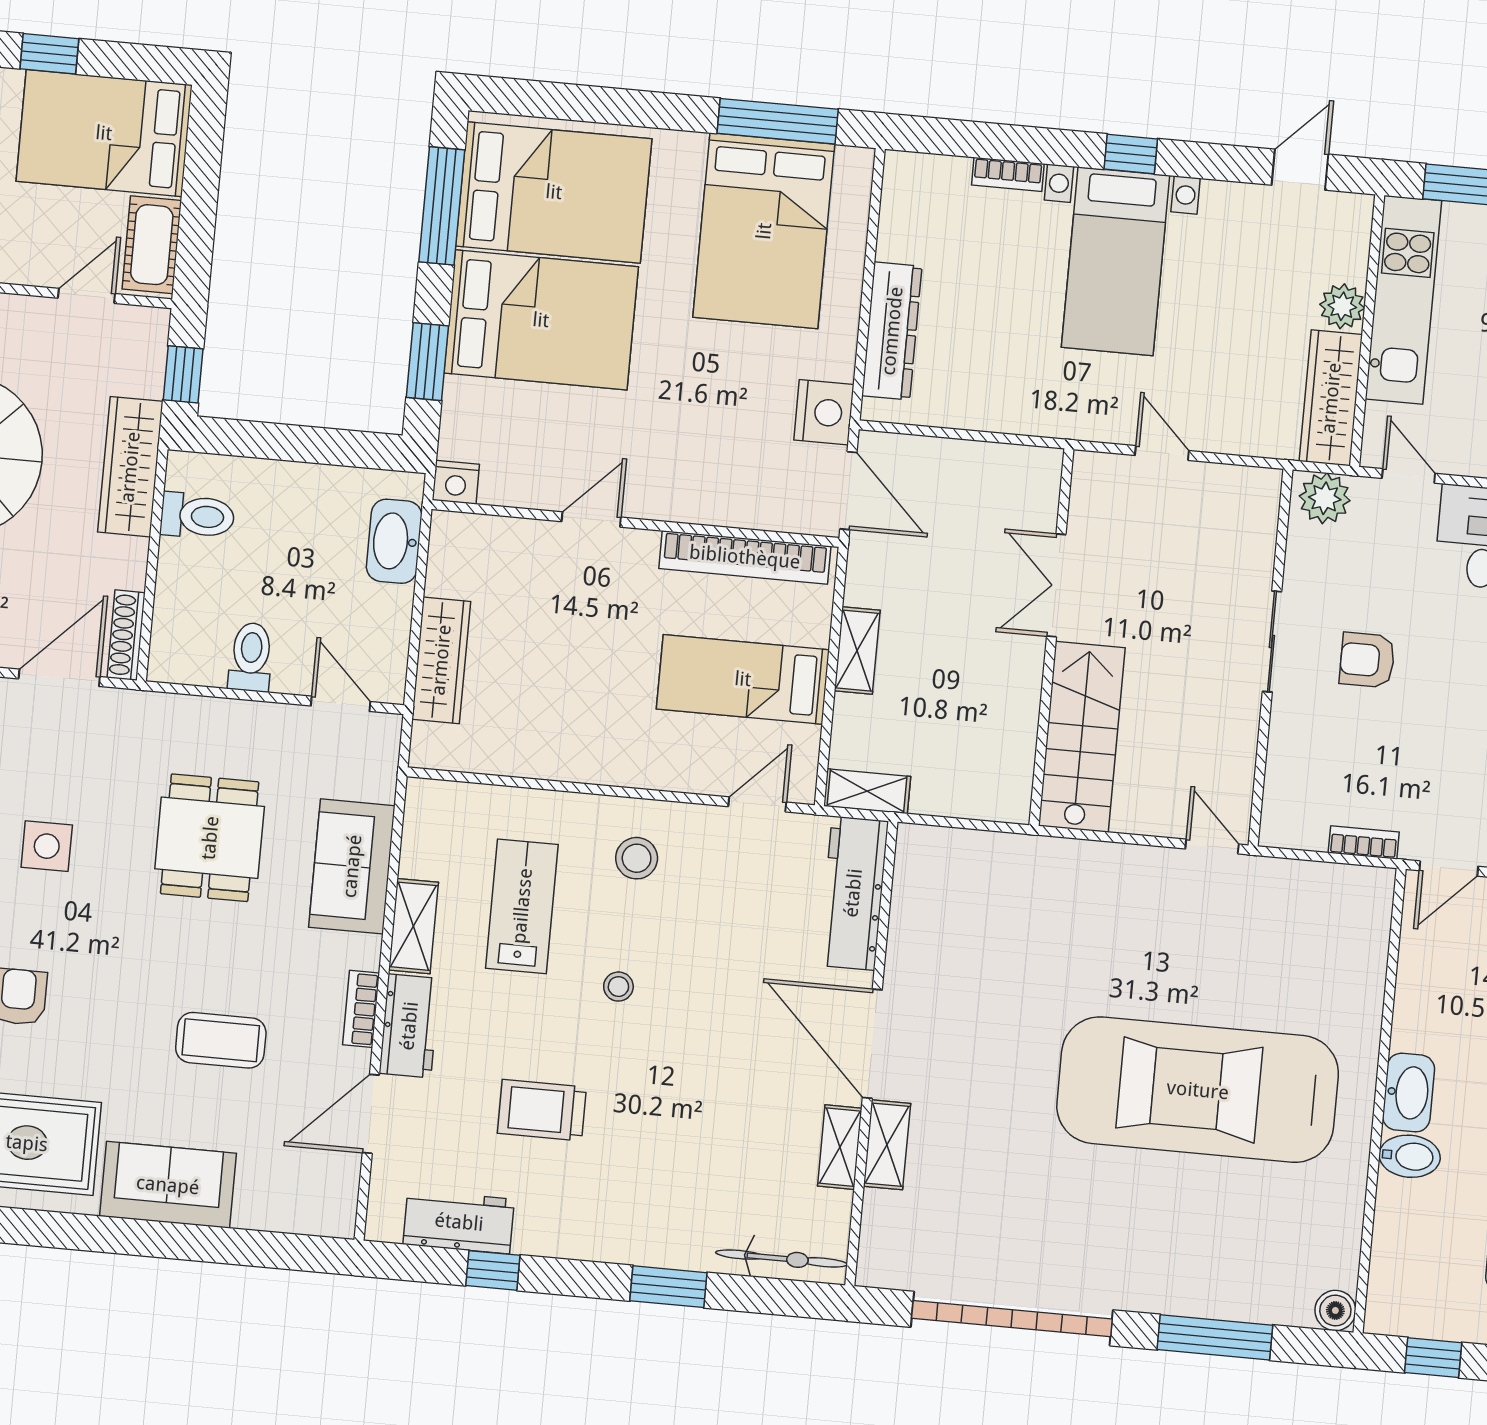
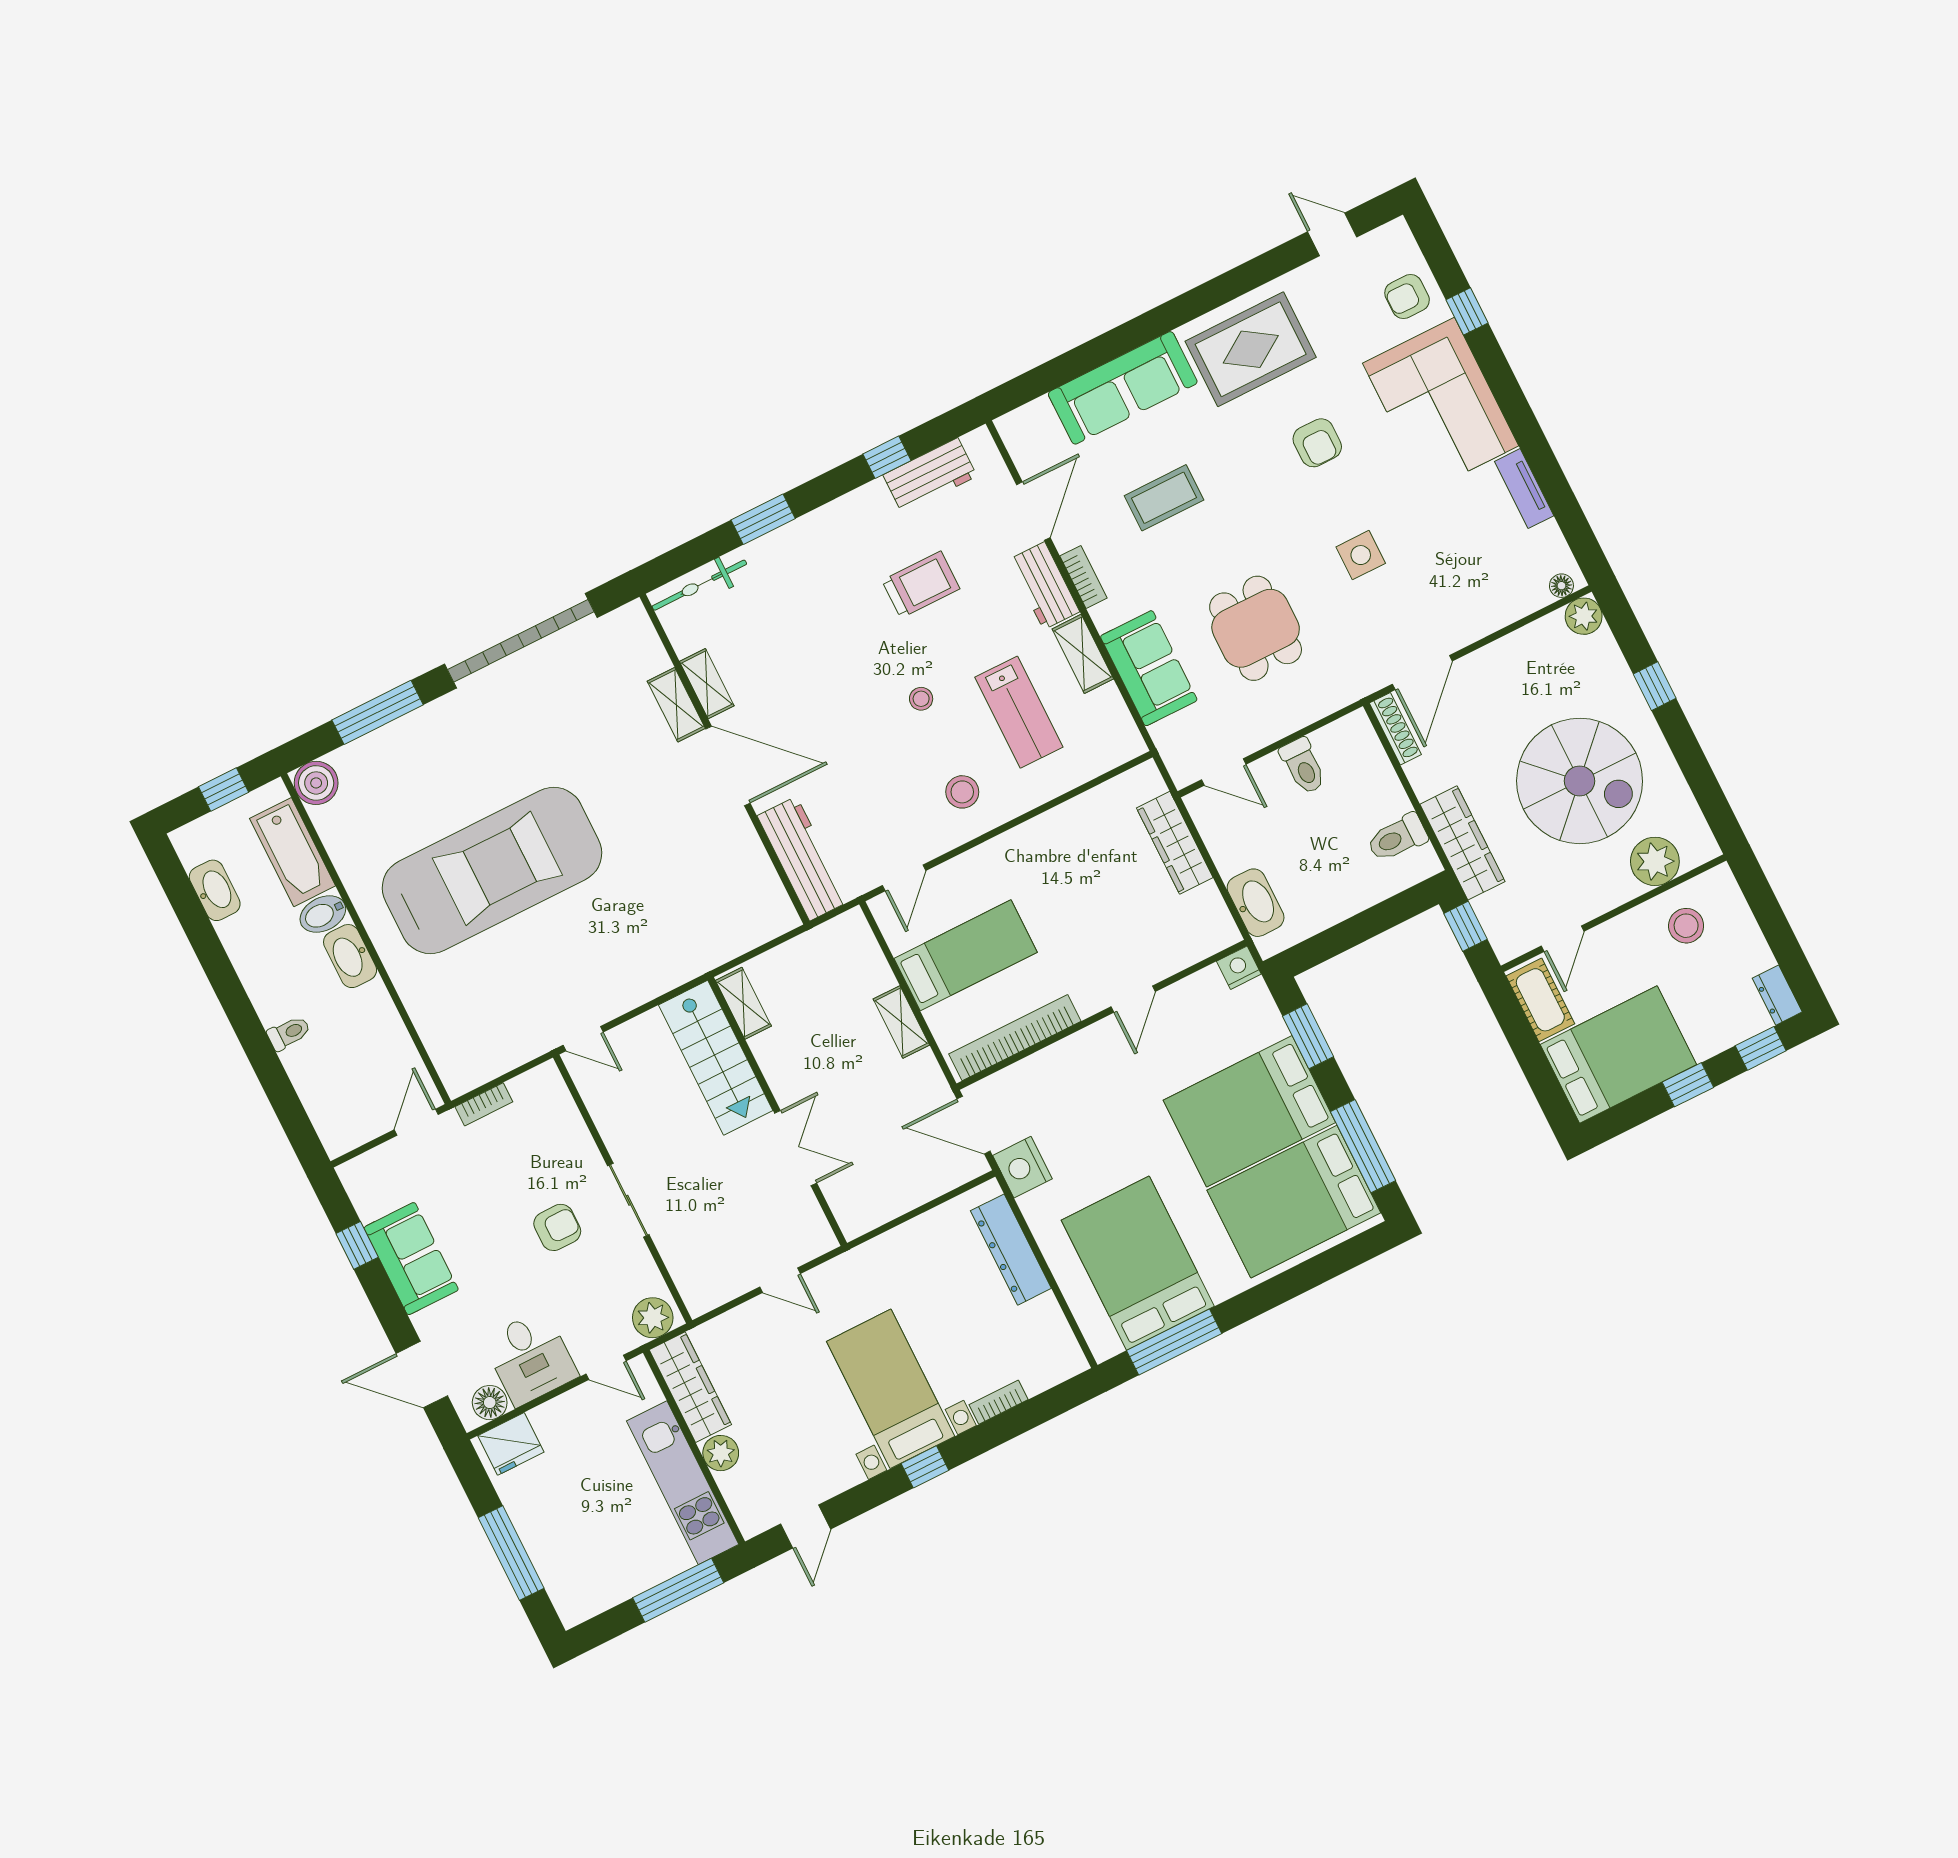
shelving: (867, 791) -> (743, 1003), moved, turned 90
sofa: (168, 1185) -> (1123, 388), width x1.36
bathtub: (1401, 1244) -> (293, 852), added
boiler: (1335, 1310) -> (316, 783), width x1.36, depth x1.36

